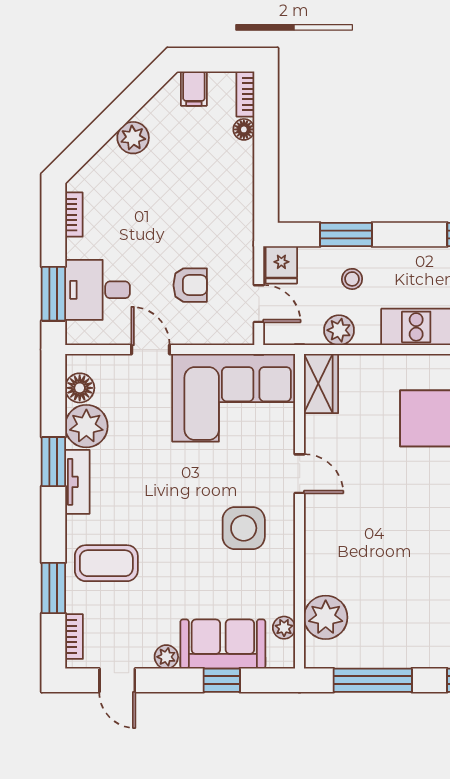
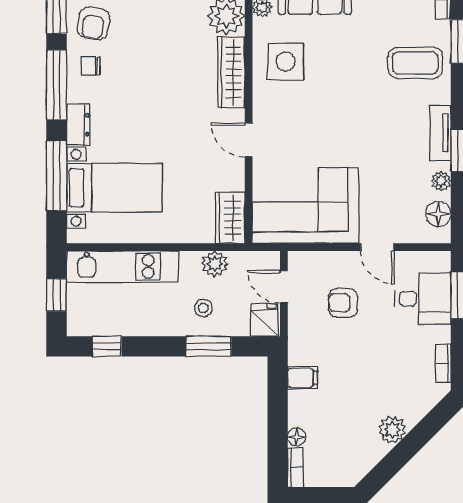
filing cabinet: (194, 89) -> (303, 378), moved, turned 90
plant: (86, 426) -> (441, 181), width x0.53, depth x0.53
side table: (244, 528) -> (286, 62), moved
wardrobe: (320, 552) -> (231, 72), added

